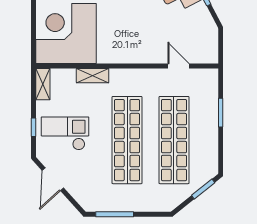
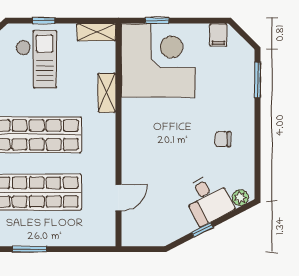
window: (33, 34) -> (157, 21), added
window: (221, 113) -> (29, 249), moved

